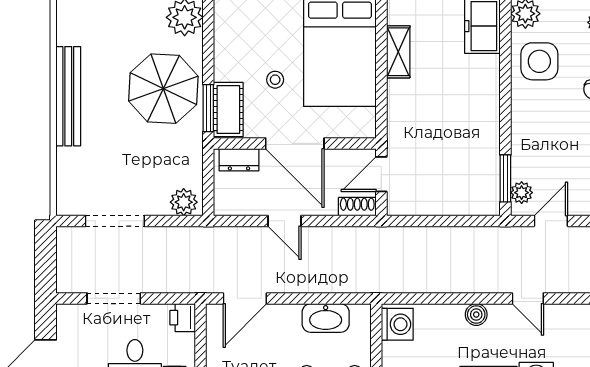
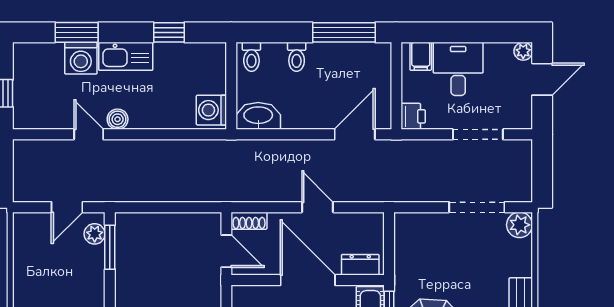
door: (381, 174) -> (226, 251), hinge flipped
plant: (184, 202) -> (520, 225), moved
boiler: (476, 315) -> (118, 119), moved
washbasin: (326, 318) -> (258, 116), moved

